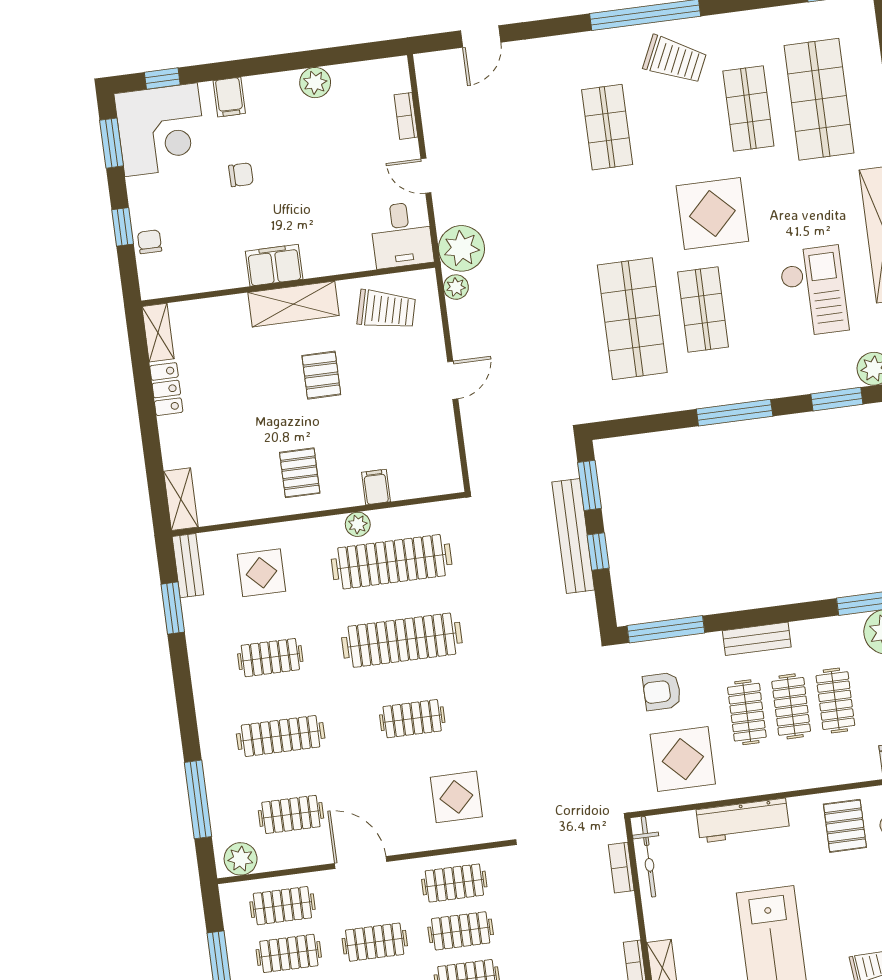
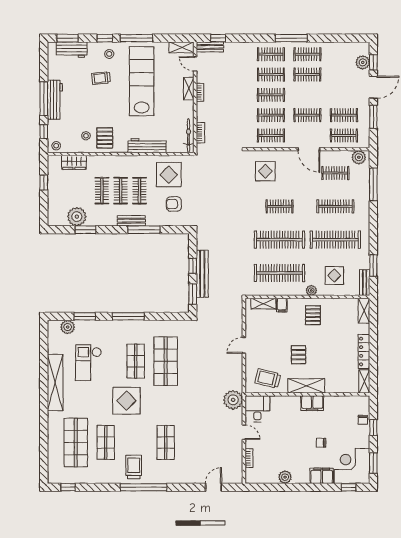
trolley: (675, 60) -> (134, 467), turned 65
filing cabinet: (229, 97) -> (322, 476), width x2.00
plant: (456, 287) -> (238, 384), removed
locker: (166, 389) -> (364, 351), width x1.53
shelving: (420, 485) -> (263, 304), added
plant: (358, 524) -> (311, 290), moved
window: (666, 629) -> (144, 230), moved
clothes rail: (270, 658) -> (335, 240), width x1.86, depth x1.31
armchair: (662, 691) -> (174, 204), turned 180

